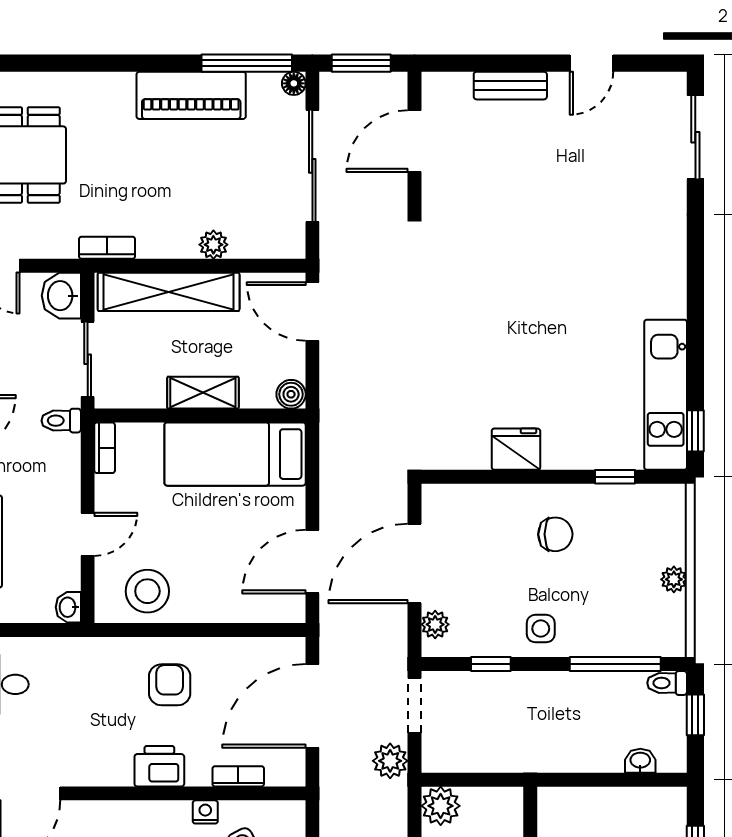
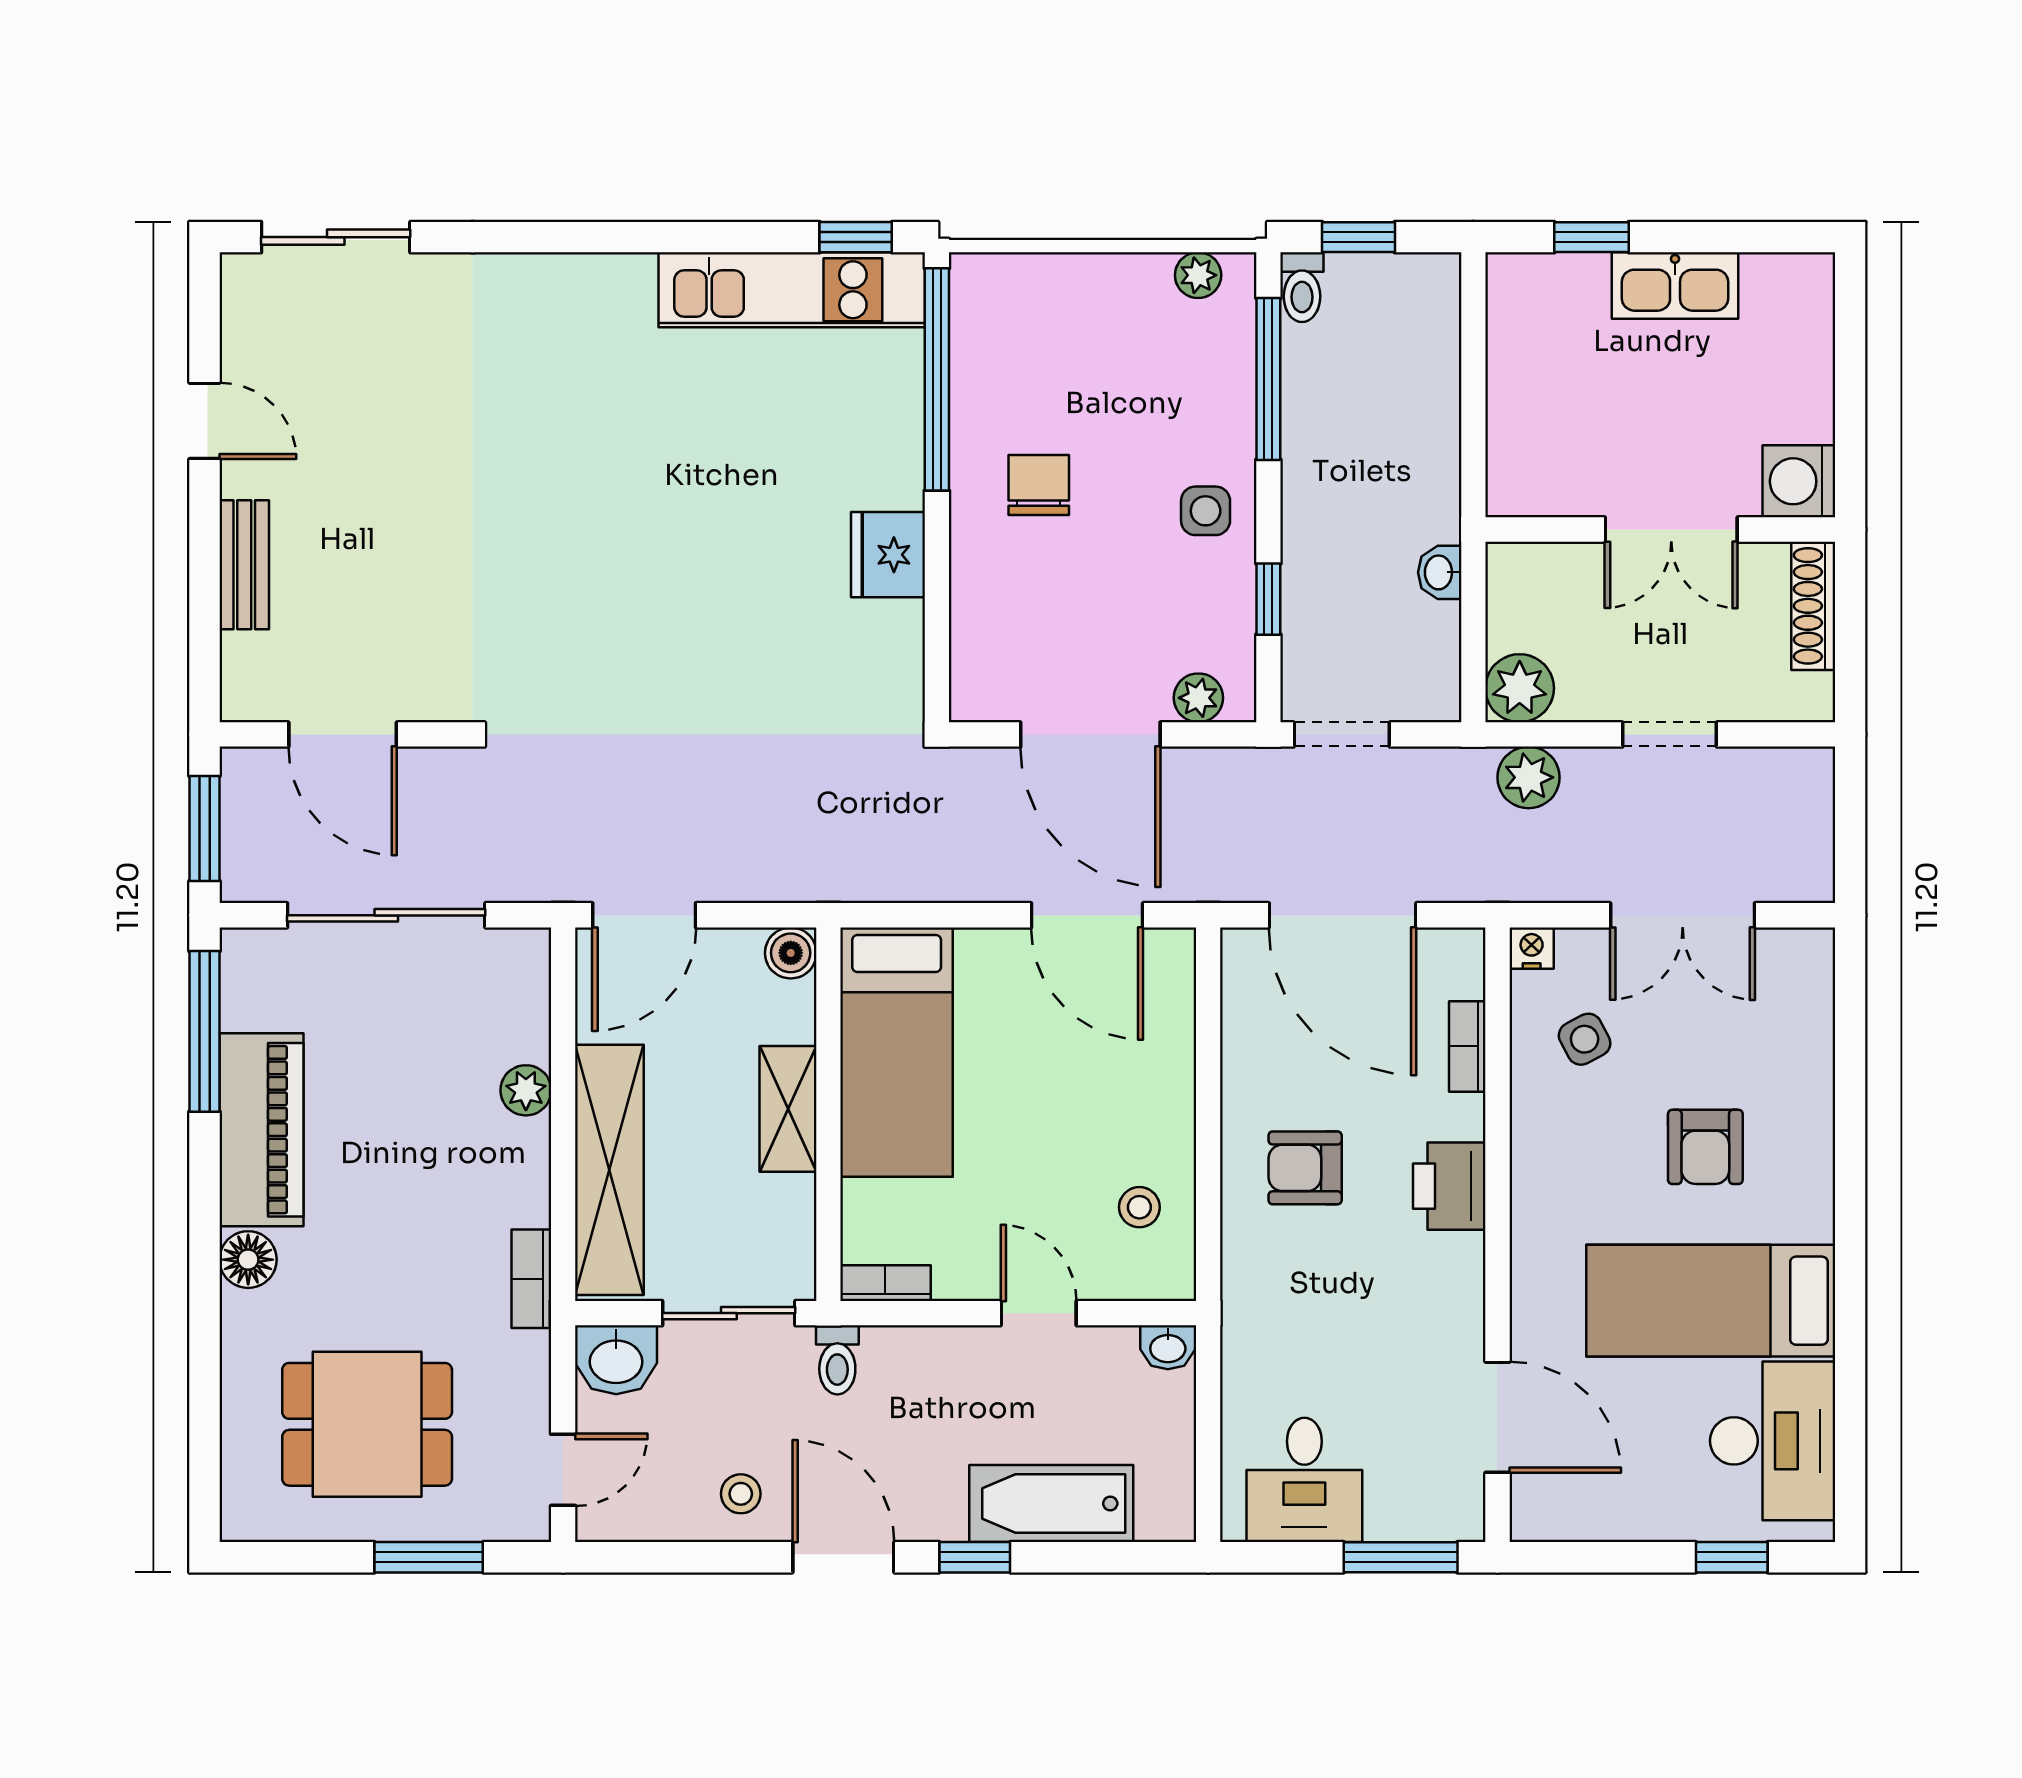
floor lamp: (294, 83) -> (248, 1260), moved, width x1.37, depth x1.37
window: (615, 477) -> (937, 379), width x3.17
plant: (674, 579) -> (1198, 275), moved
stool: (147, 591) -> (1139, 1207), width x0.53, depth x0.53
plant: (390, 761) -> (1529, 777), moved
washbasin: (640, 761) -> (1440, 572), moved
nightstand: (205, 812) -> (1532, 948), moved, turned 90

